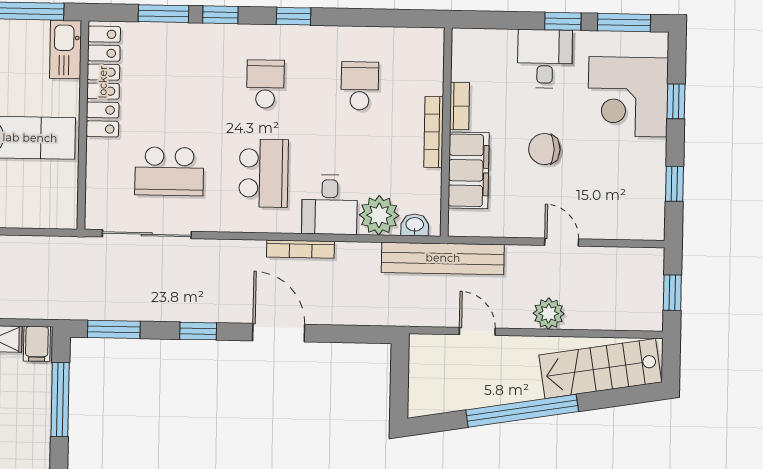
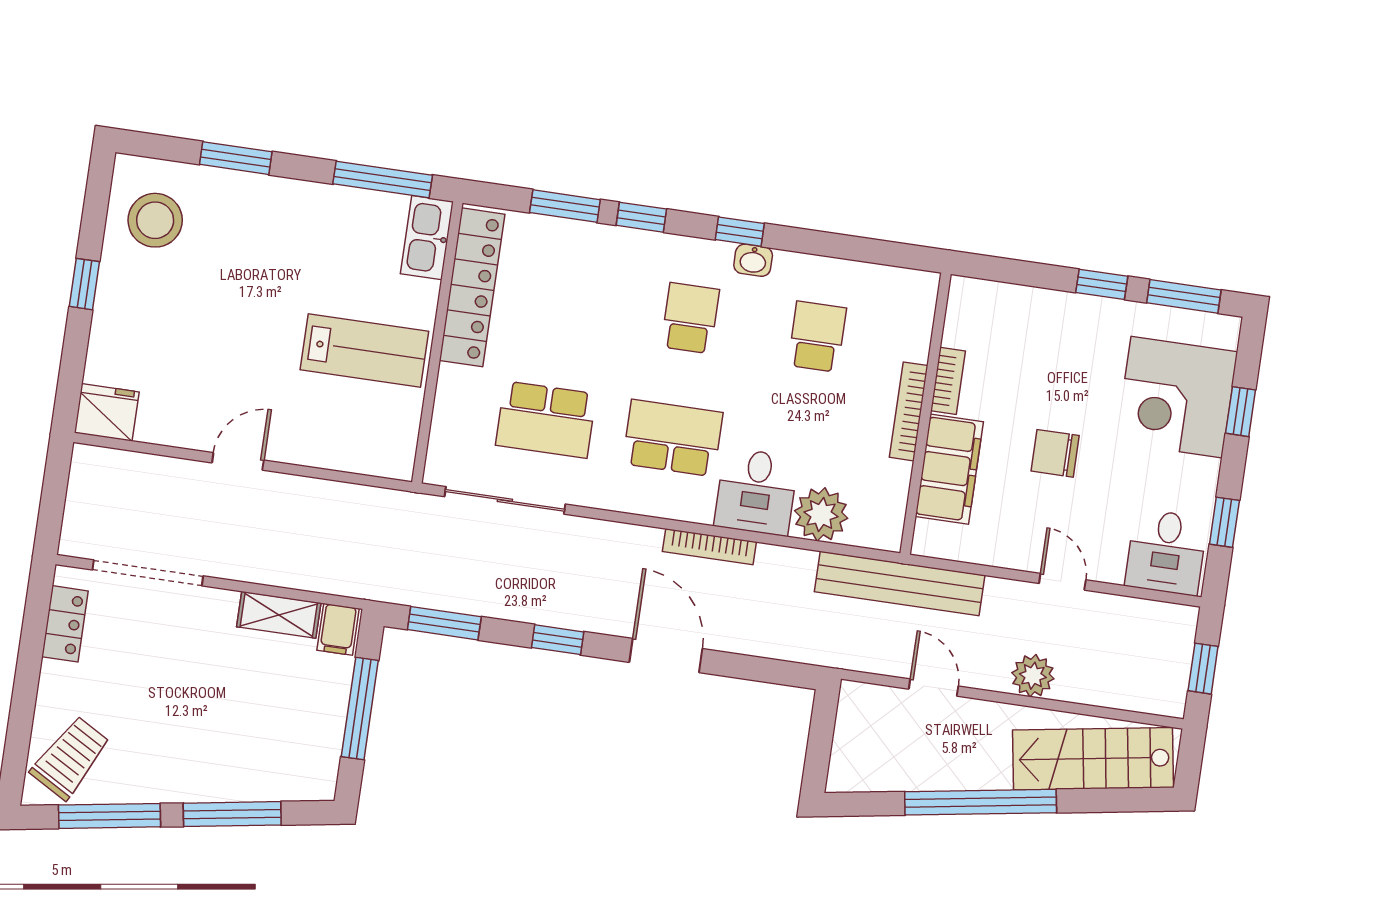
desk: (545, 59) -> (1166, 552), moved, turned 180
school desk: (264, 173) -> (673, 438), turned -90
washbasin: (415, 225) -> (753, 260), moved, turned 180

